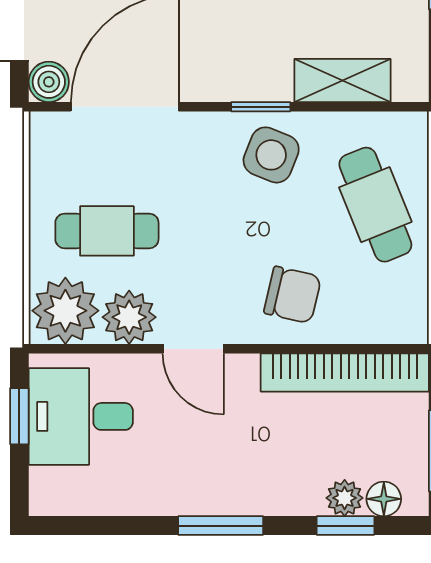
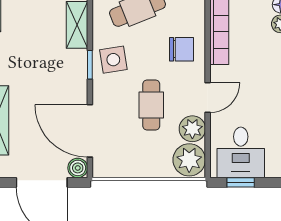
side table: (271, 155) -> (113, 60), turned -31
cafe table: (107, 231) -> (151, 105), moved
chair: (293, 295) -> (182, 49), turned 77

